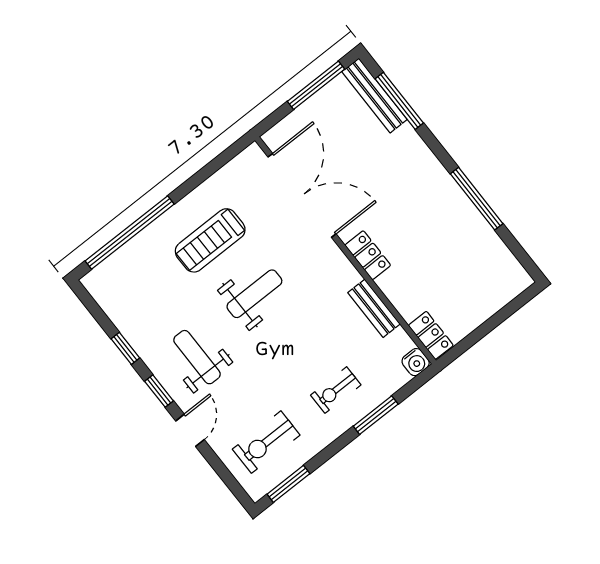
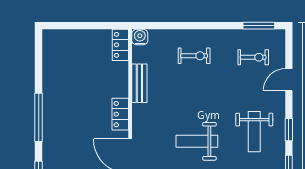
window: (477, 199) -> (39, 117), moved
window: (376, 415) -> (183, 26), removed
door: (190, 430) -> (289, 80), moved
exercise bike: (266, 442) -> (253, 57), width x0.73, depth x0.72

